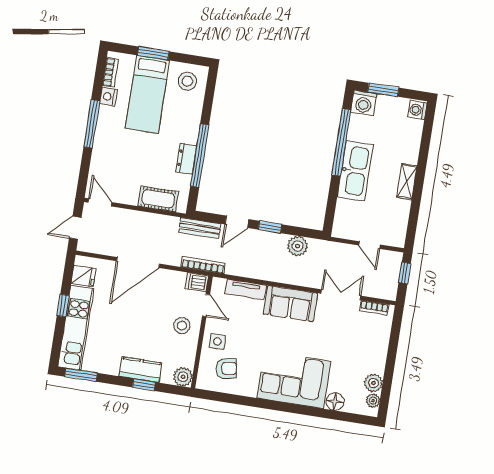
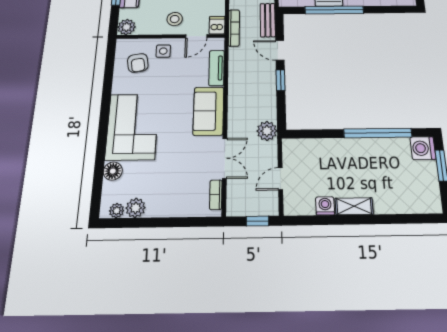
washing machine: (417, 110) -> (325, 206), moved
kitchen sink: (355, 171) -> (353, 151), removed
plant: (298, 246) -> (267, 131), moved

